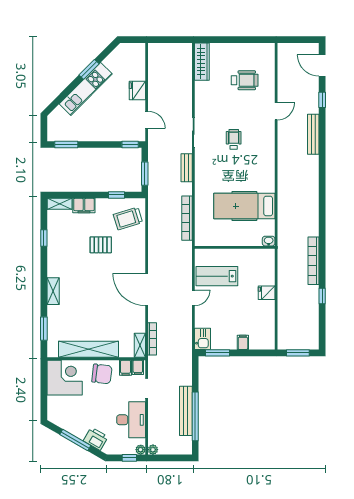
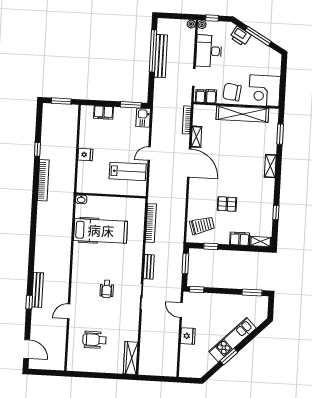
window: (322, 100) -> (29, 302), moved
filing cabinet: (243, 342) -> (103, 113), width x2.00
shelving: (140, 345) -> (196, 137), moved

